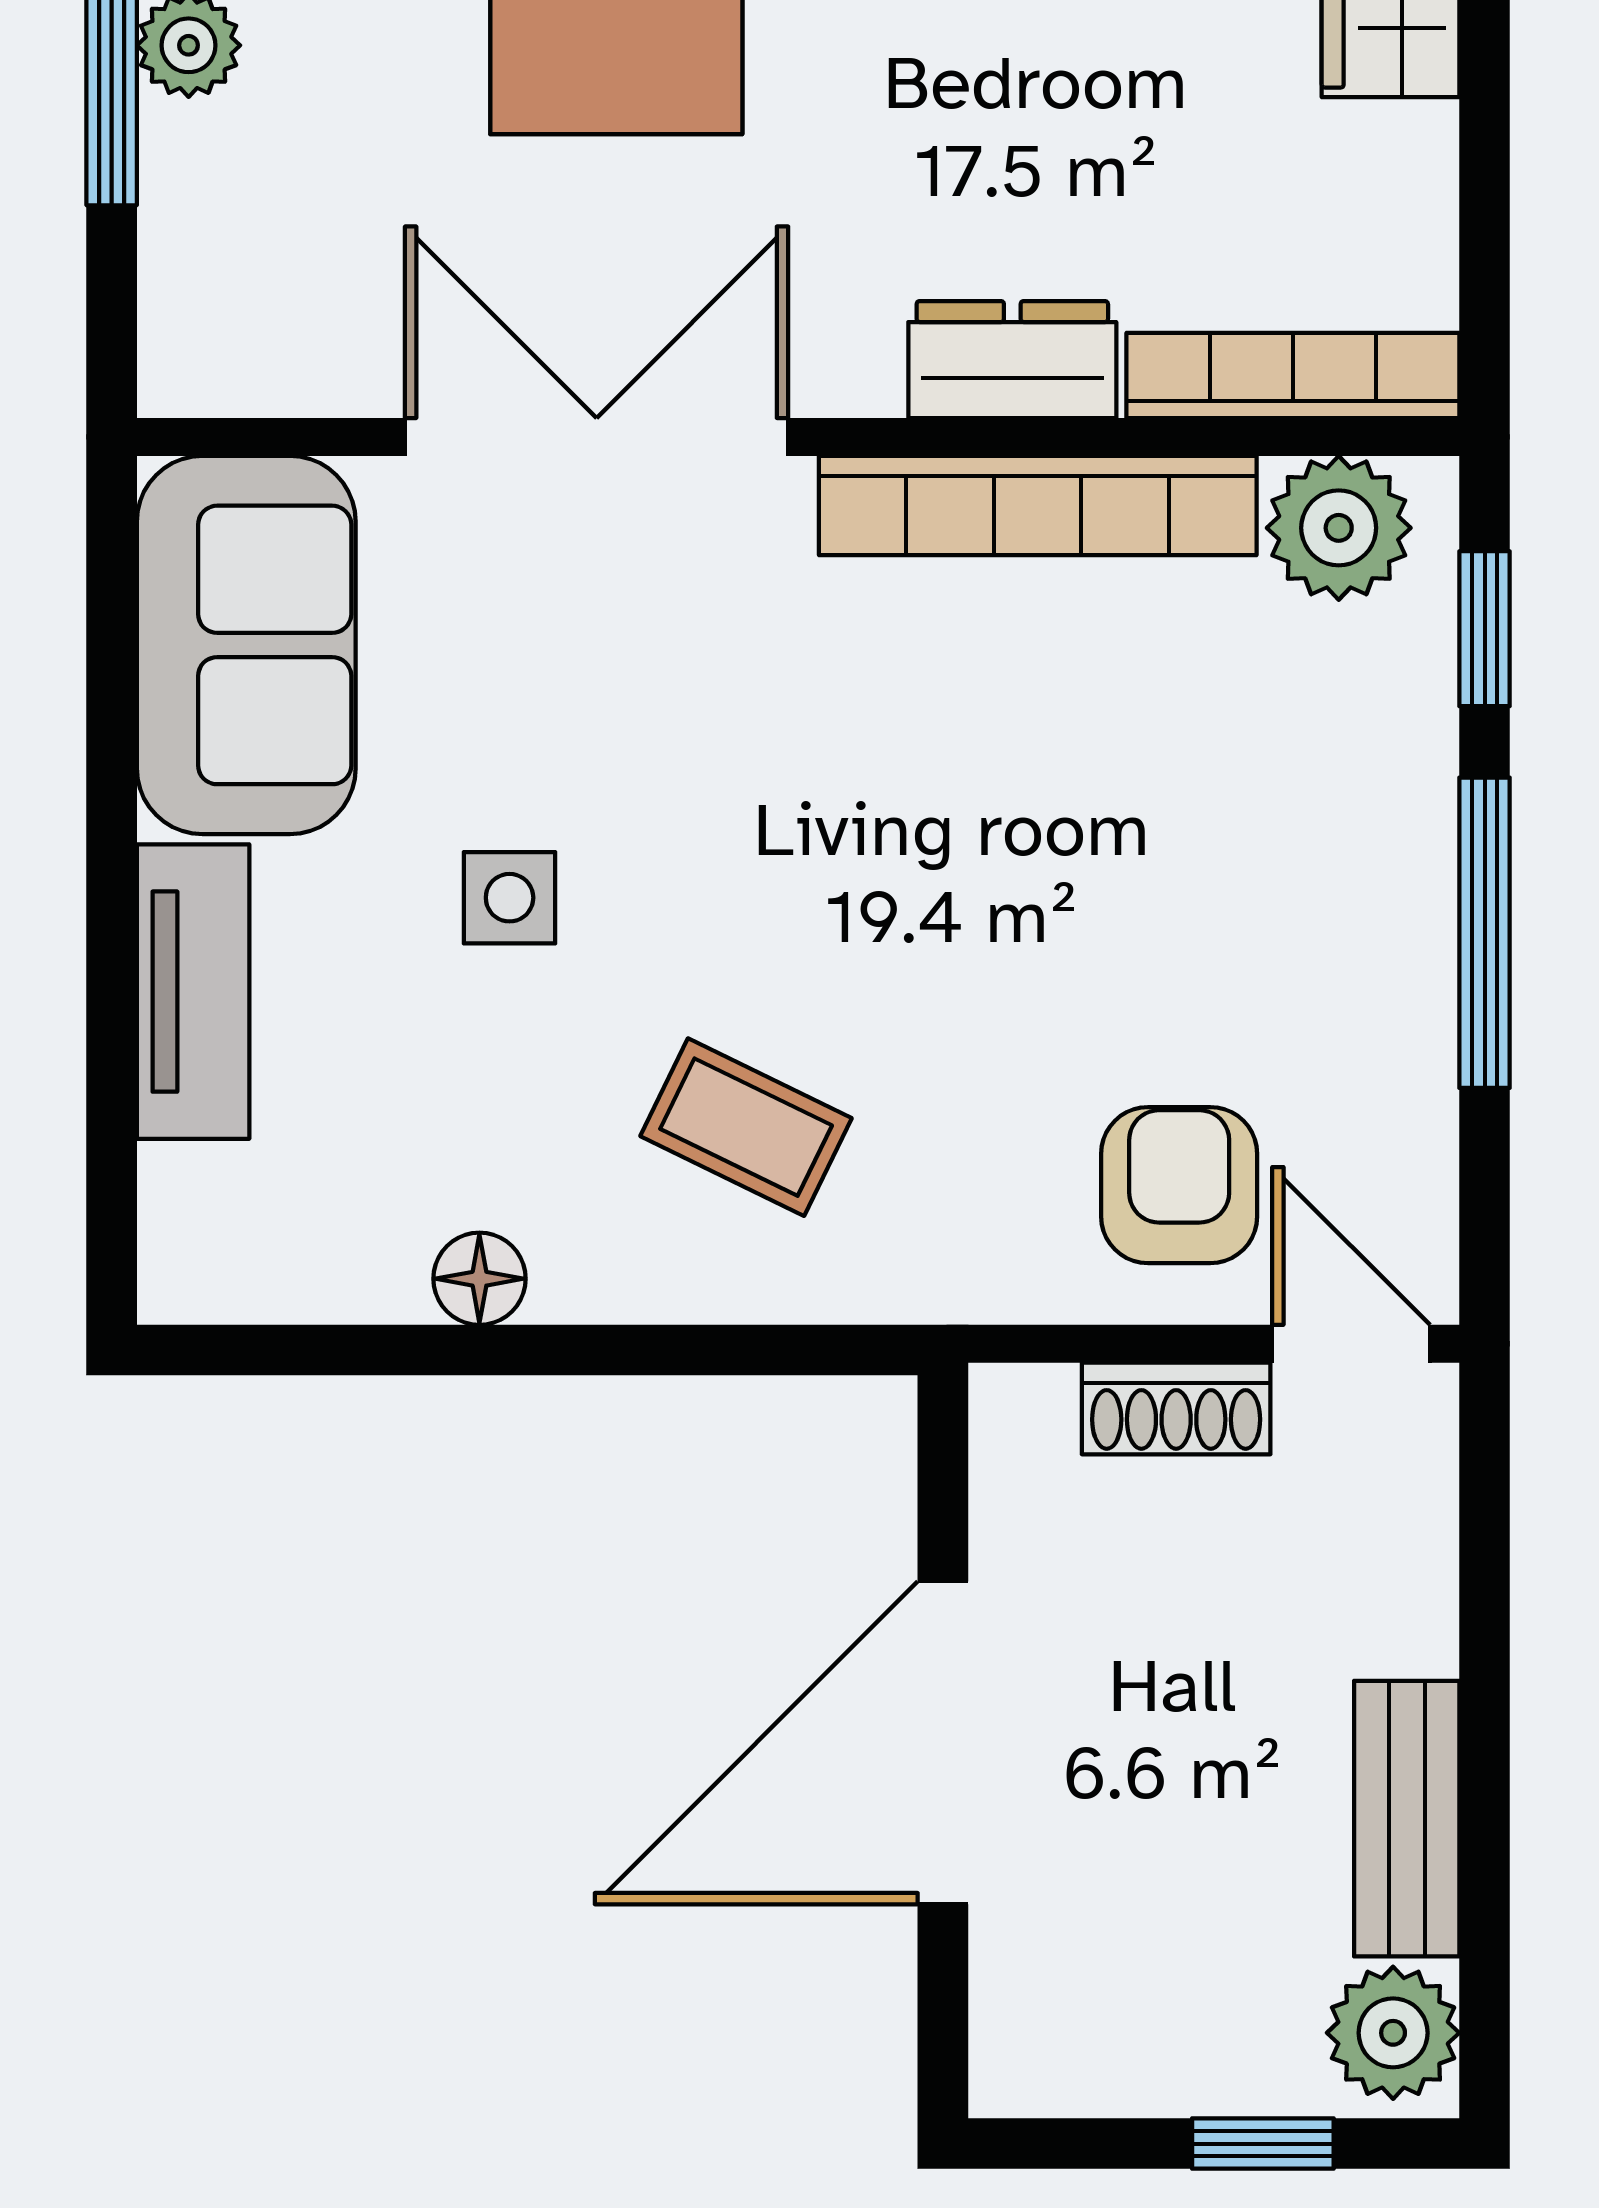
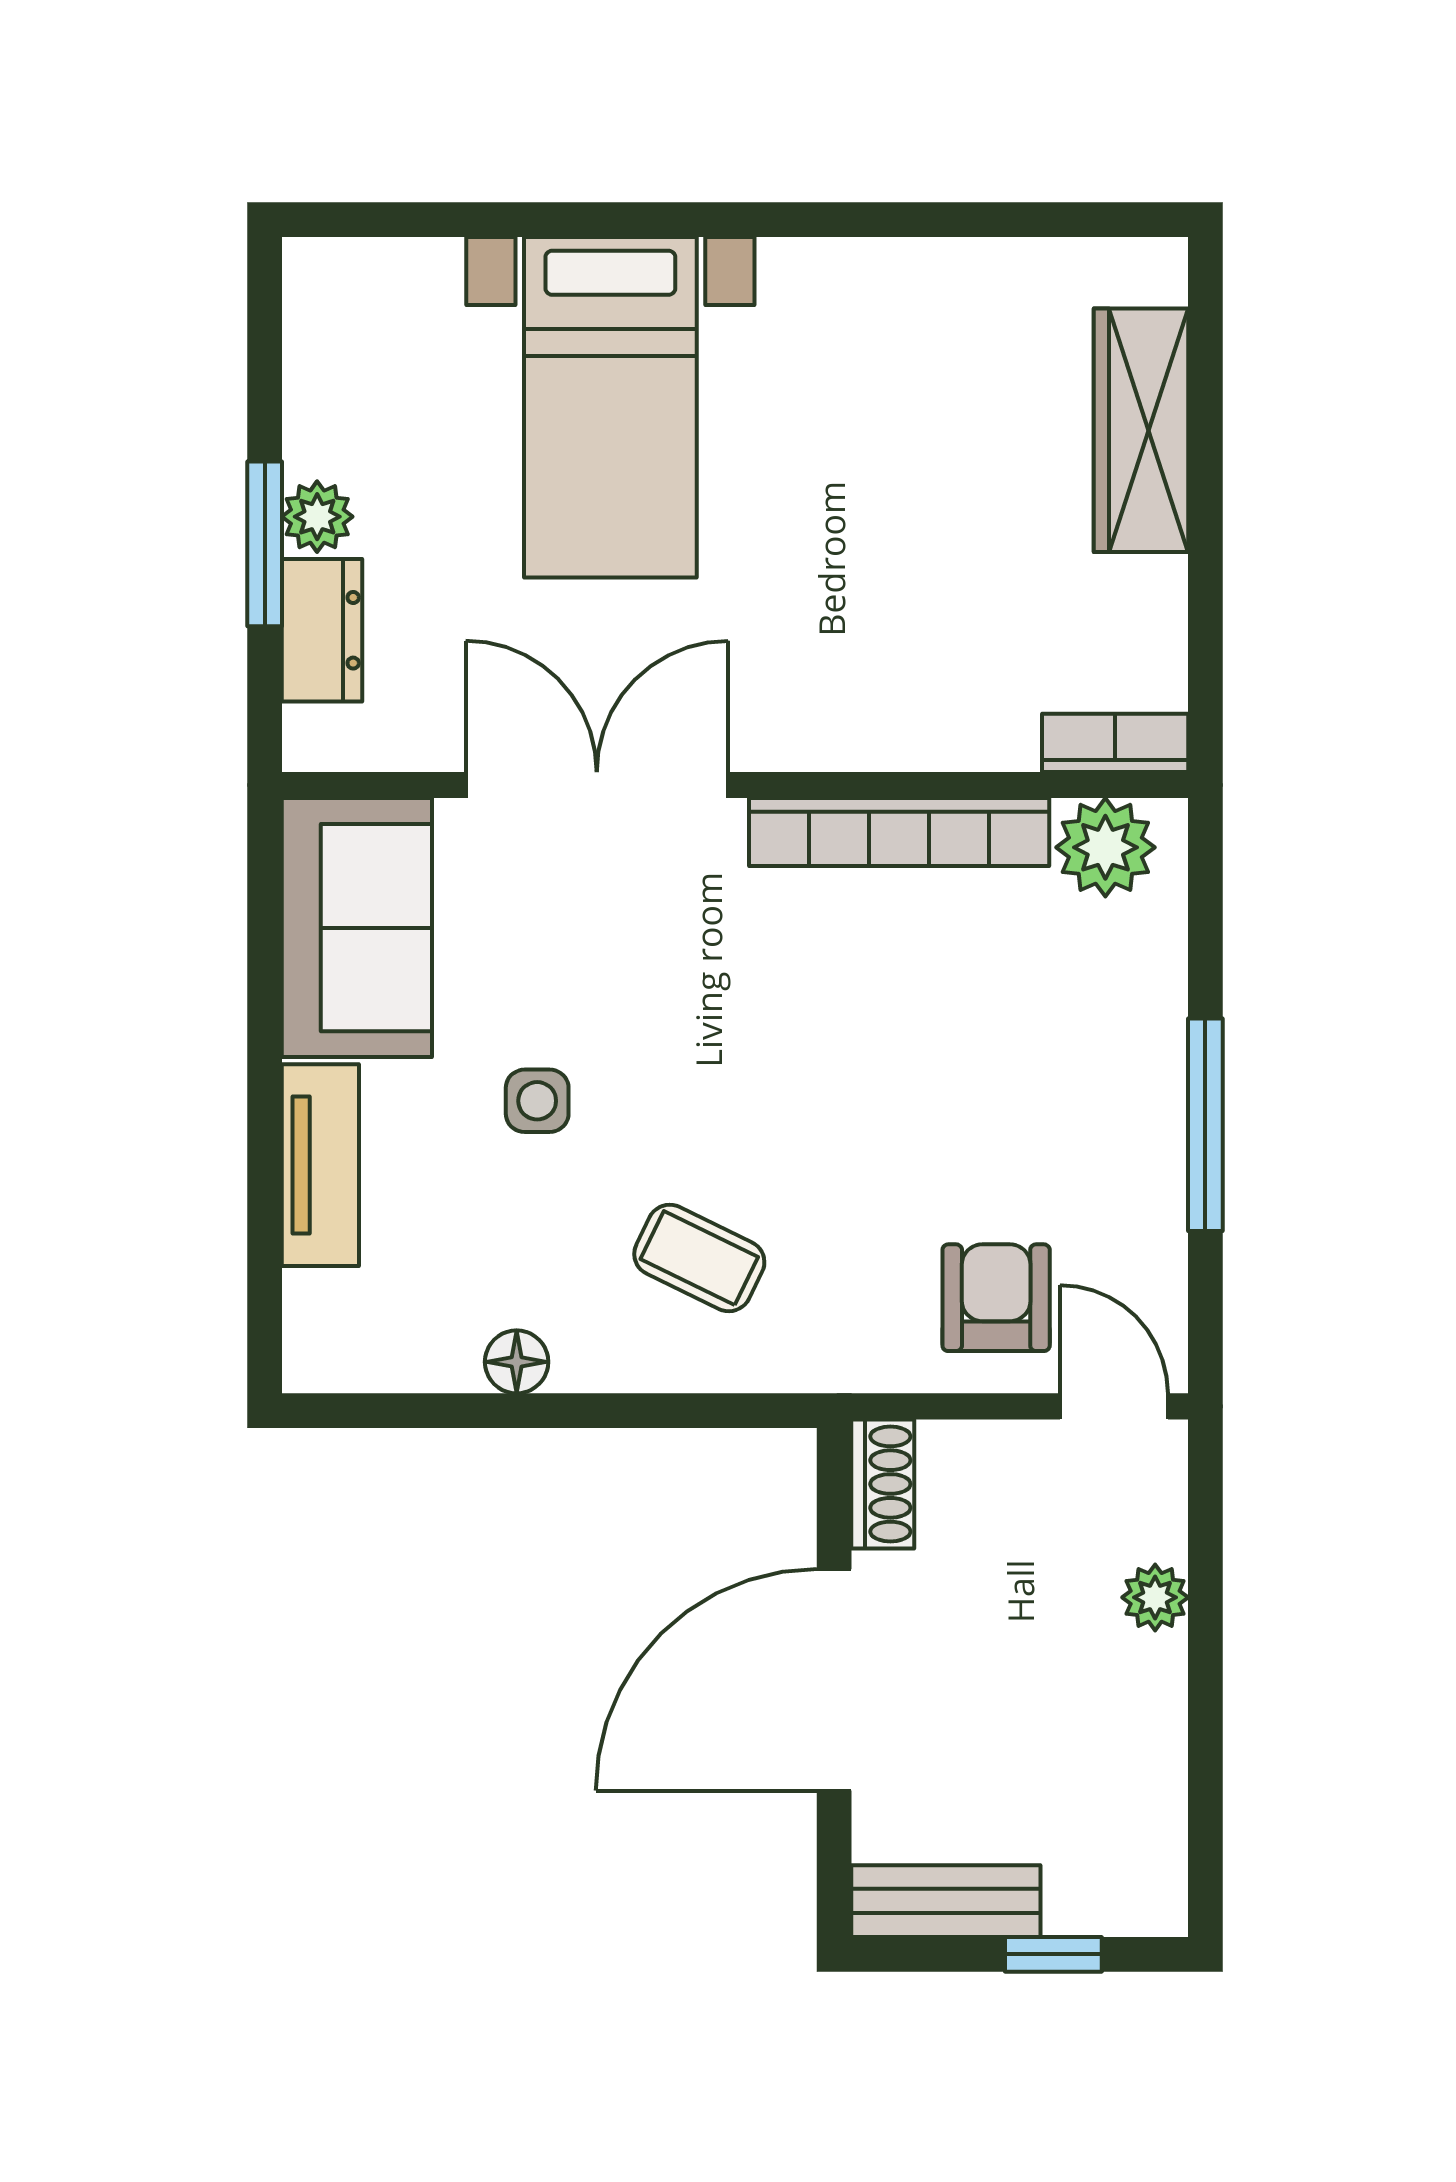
dresser: (1012, 360) -> (322, 630), moved, turned 90
bookcase: (1293, 375) -> (1115, 743), width x0.64
window: (1485, 629) -> (1205, 916), removed
shoe rack: (1176, 1408) -> (883, 1484), moved, turned -90
bench: (1407, 1819) -> (946, 1901), moved, turned 90
plant: (1393, 2033) -> (1155, 1597), moved, width x0.73, depth x0.73

